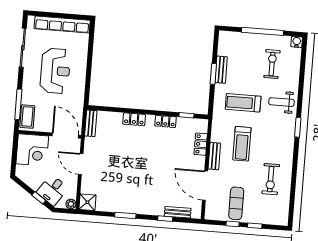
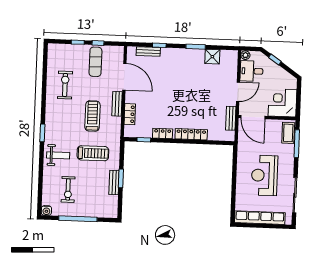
locker: (134, 119) -> (191, 134), width x1.53
bench: (91, 123) -> (231, 118), moved
door: (81, 164) -> (238, 92), hinge flipped
desk: (52, 190) -> (252, 71), moved, turned -125
shower: (87, 202) -> (212, 57), moved

